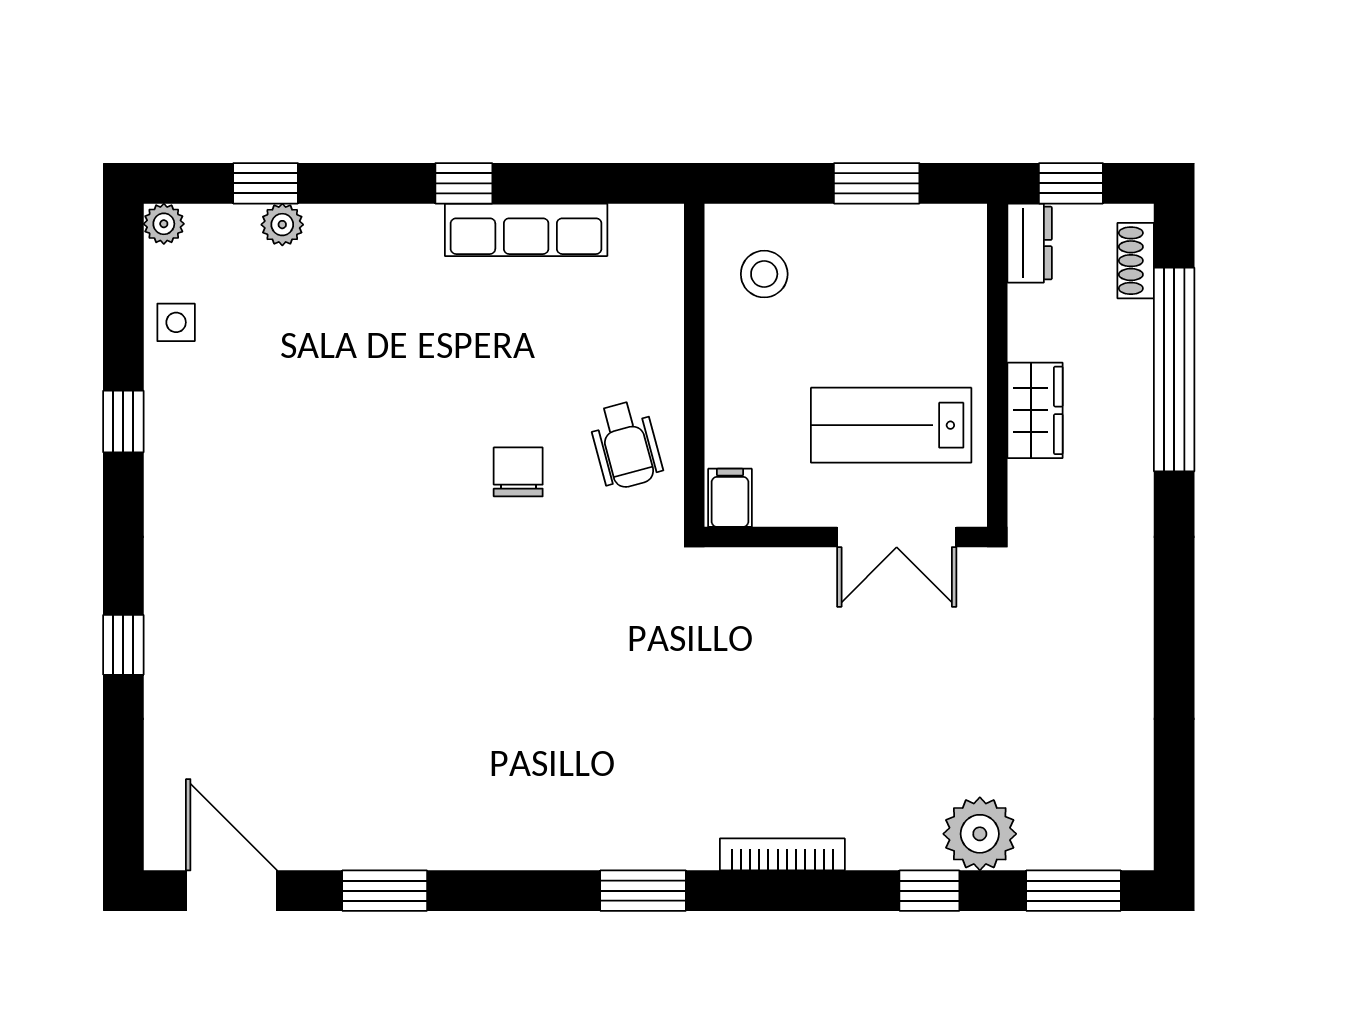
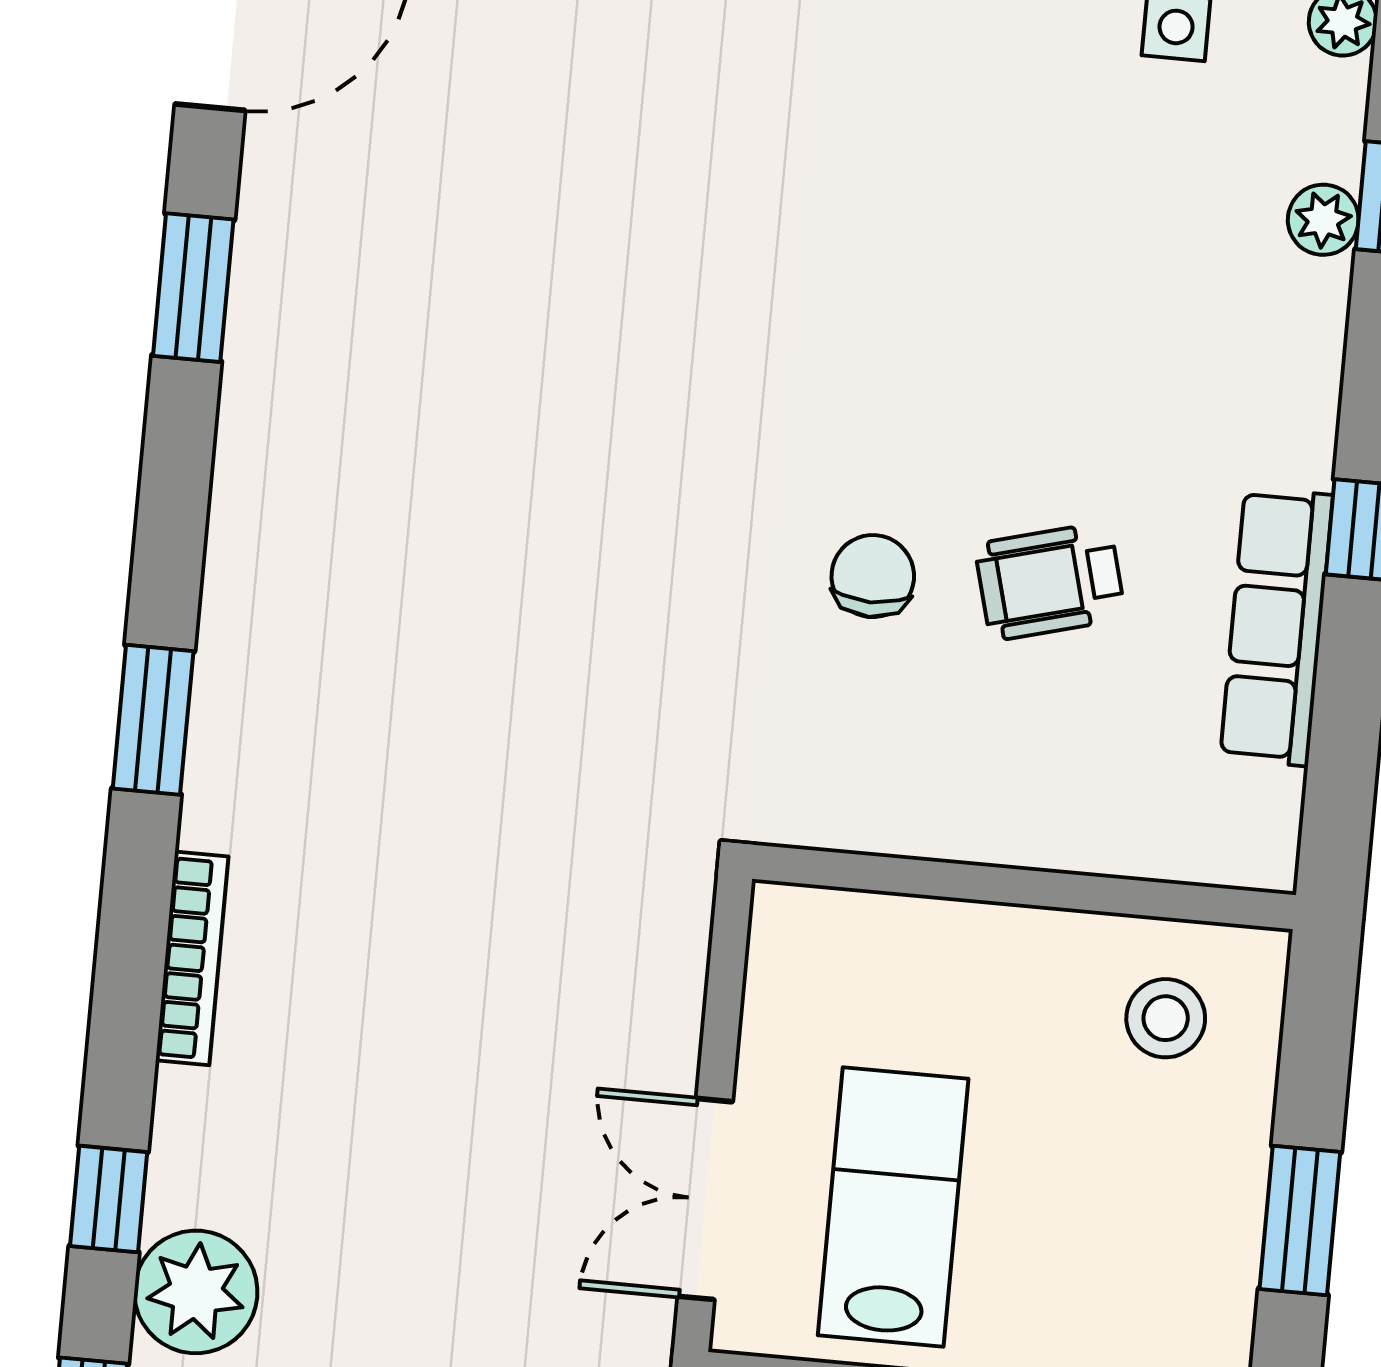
wheelchair: (626, 445) -> (1050, 581), moved
chair: (518, 472) -> (873, 576), turned -90
filing cabinet: (730, 498) -> (797, 926), removed

